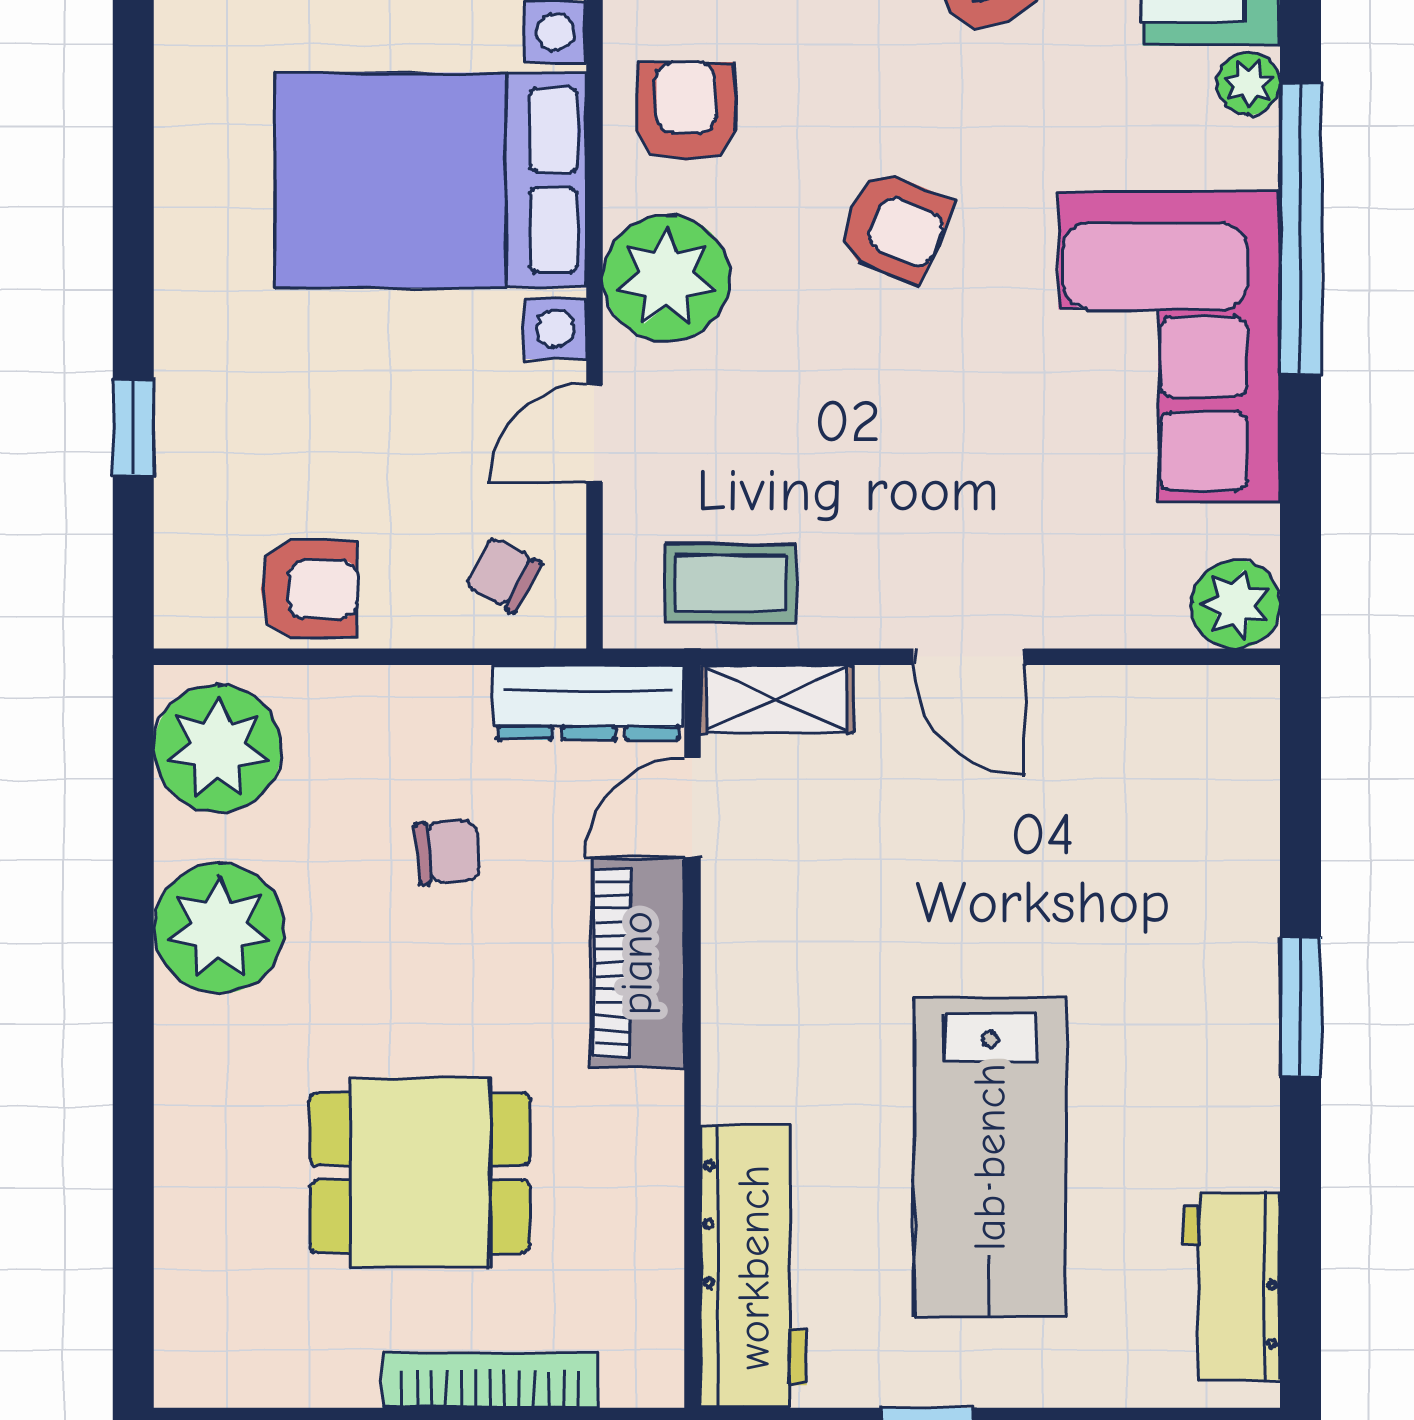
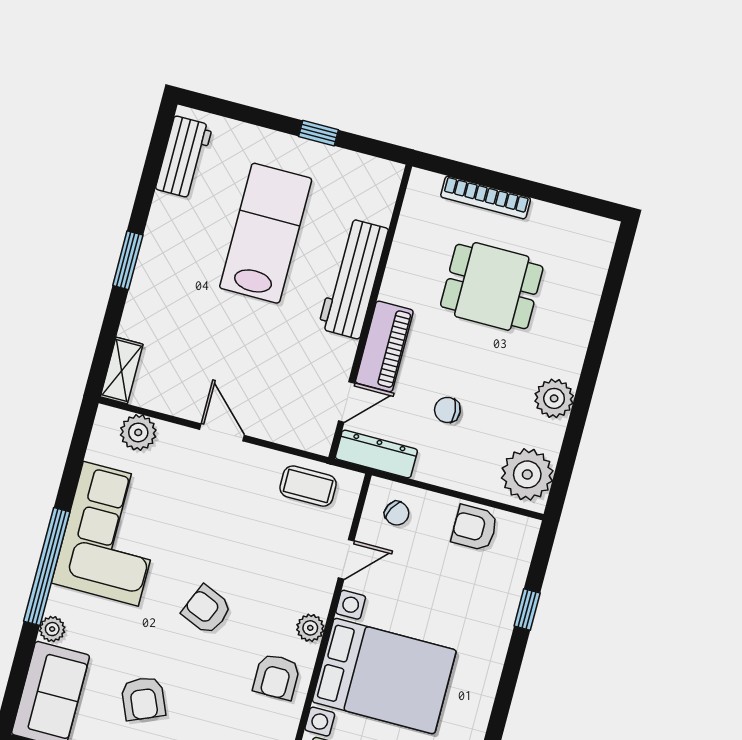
plant: (666, 278) -> (310, 628), width x0.53, depth x0.53
plant: (1236, 604) -> (138, 432), moved
shelving: (777, 699) -> (122, 370), moved, turned 90
plant: (219, 929) -> (554, 398), width x0.73, depth x0.73
workbench: (754, 1267) -> (353, 279), moved

